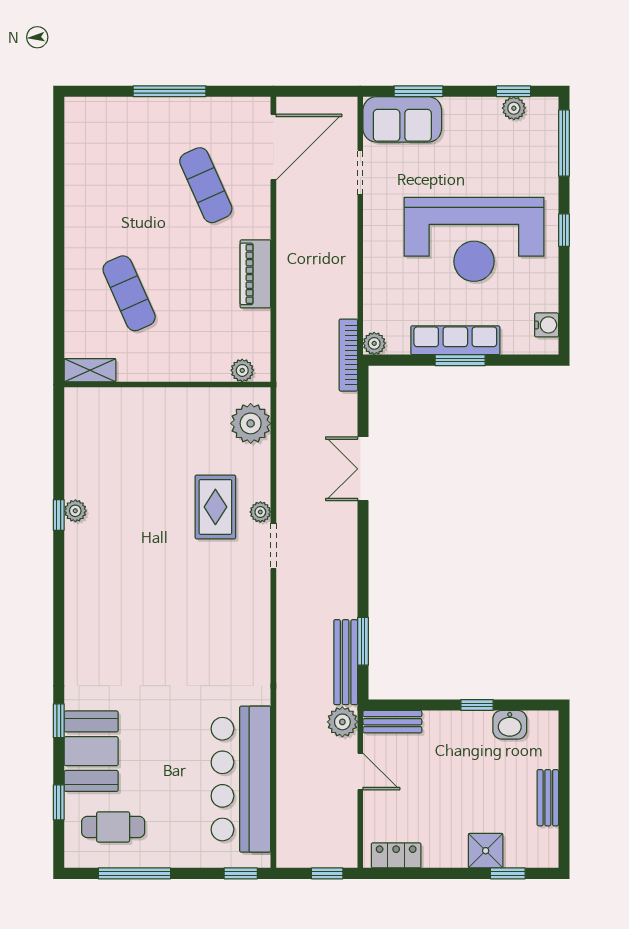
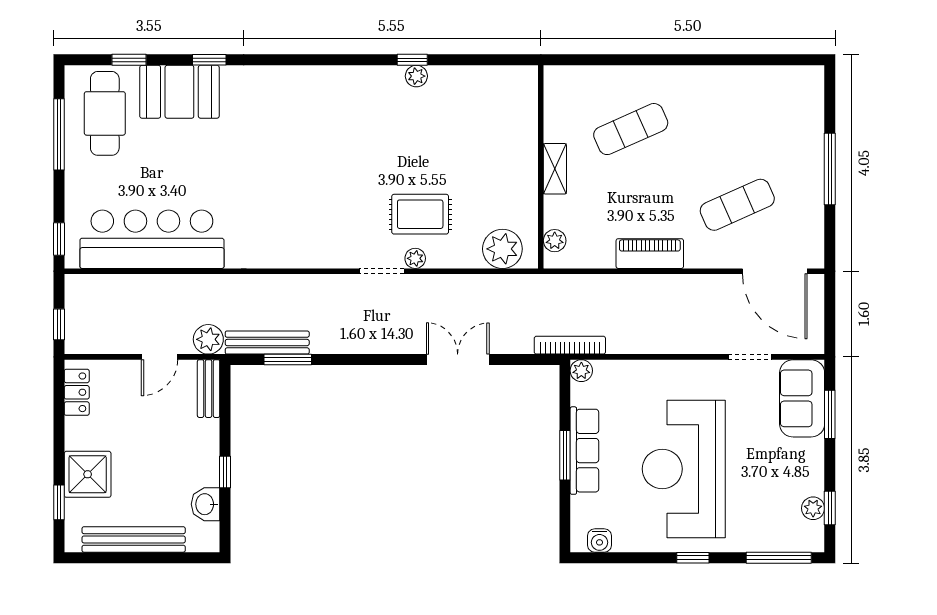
shelving: (90, 370) -> (555, 169), moved
bench: (548, 798) -> (134, 539), width x1.86, depth x1.21
cafe table: (113, 827) -> (105, 113), width x1.37, depth x1.35
shower: (486, 851) -> (88, 474), width x1.36, depth x1.36

